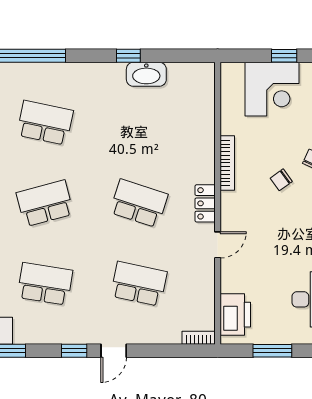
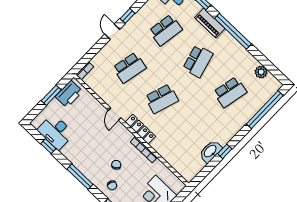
locker: (205, 203) -> (140, 129), width x1.53
printer: (235, 315) -> (69, 94), moved, turned -90

